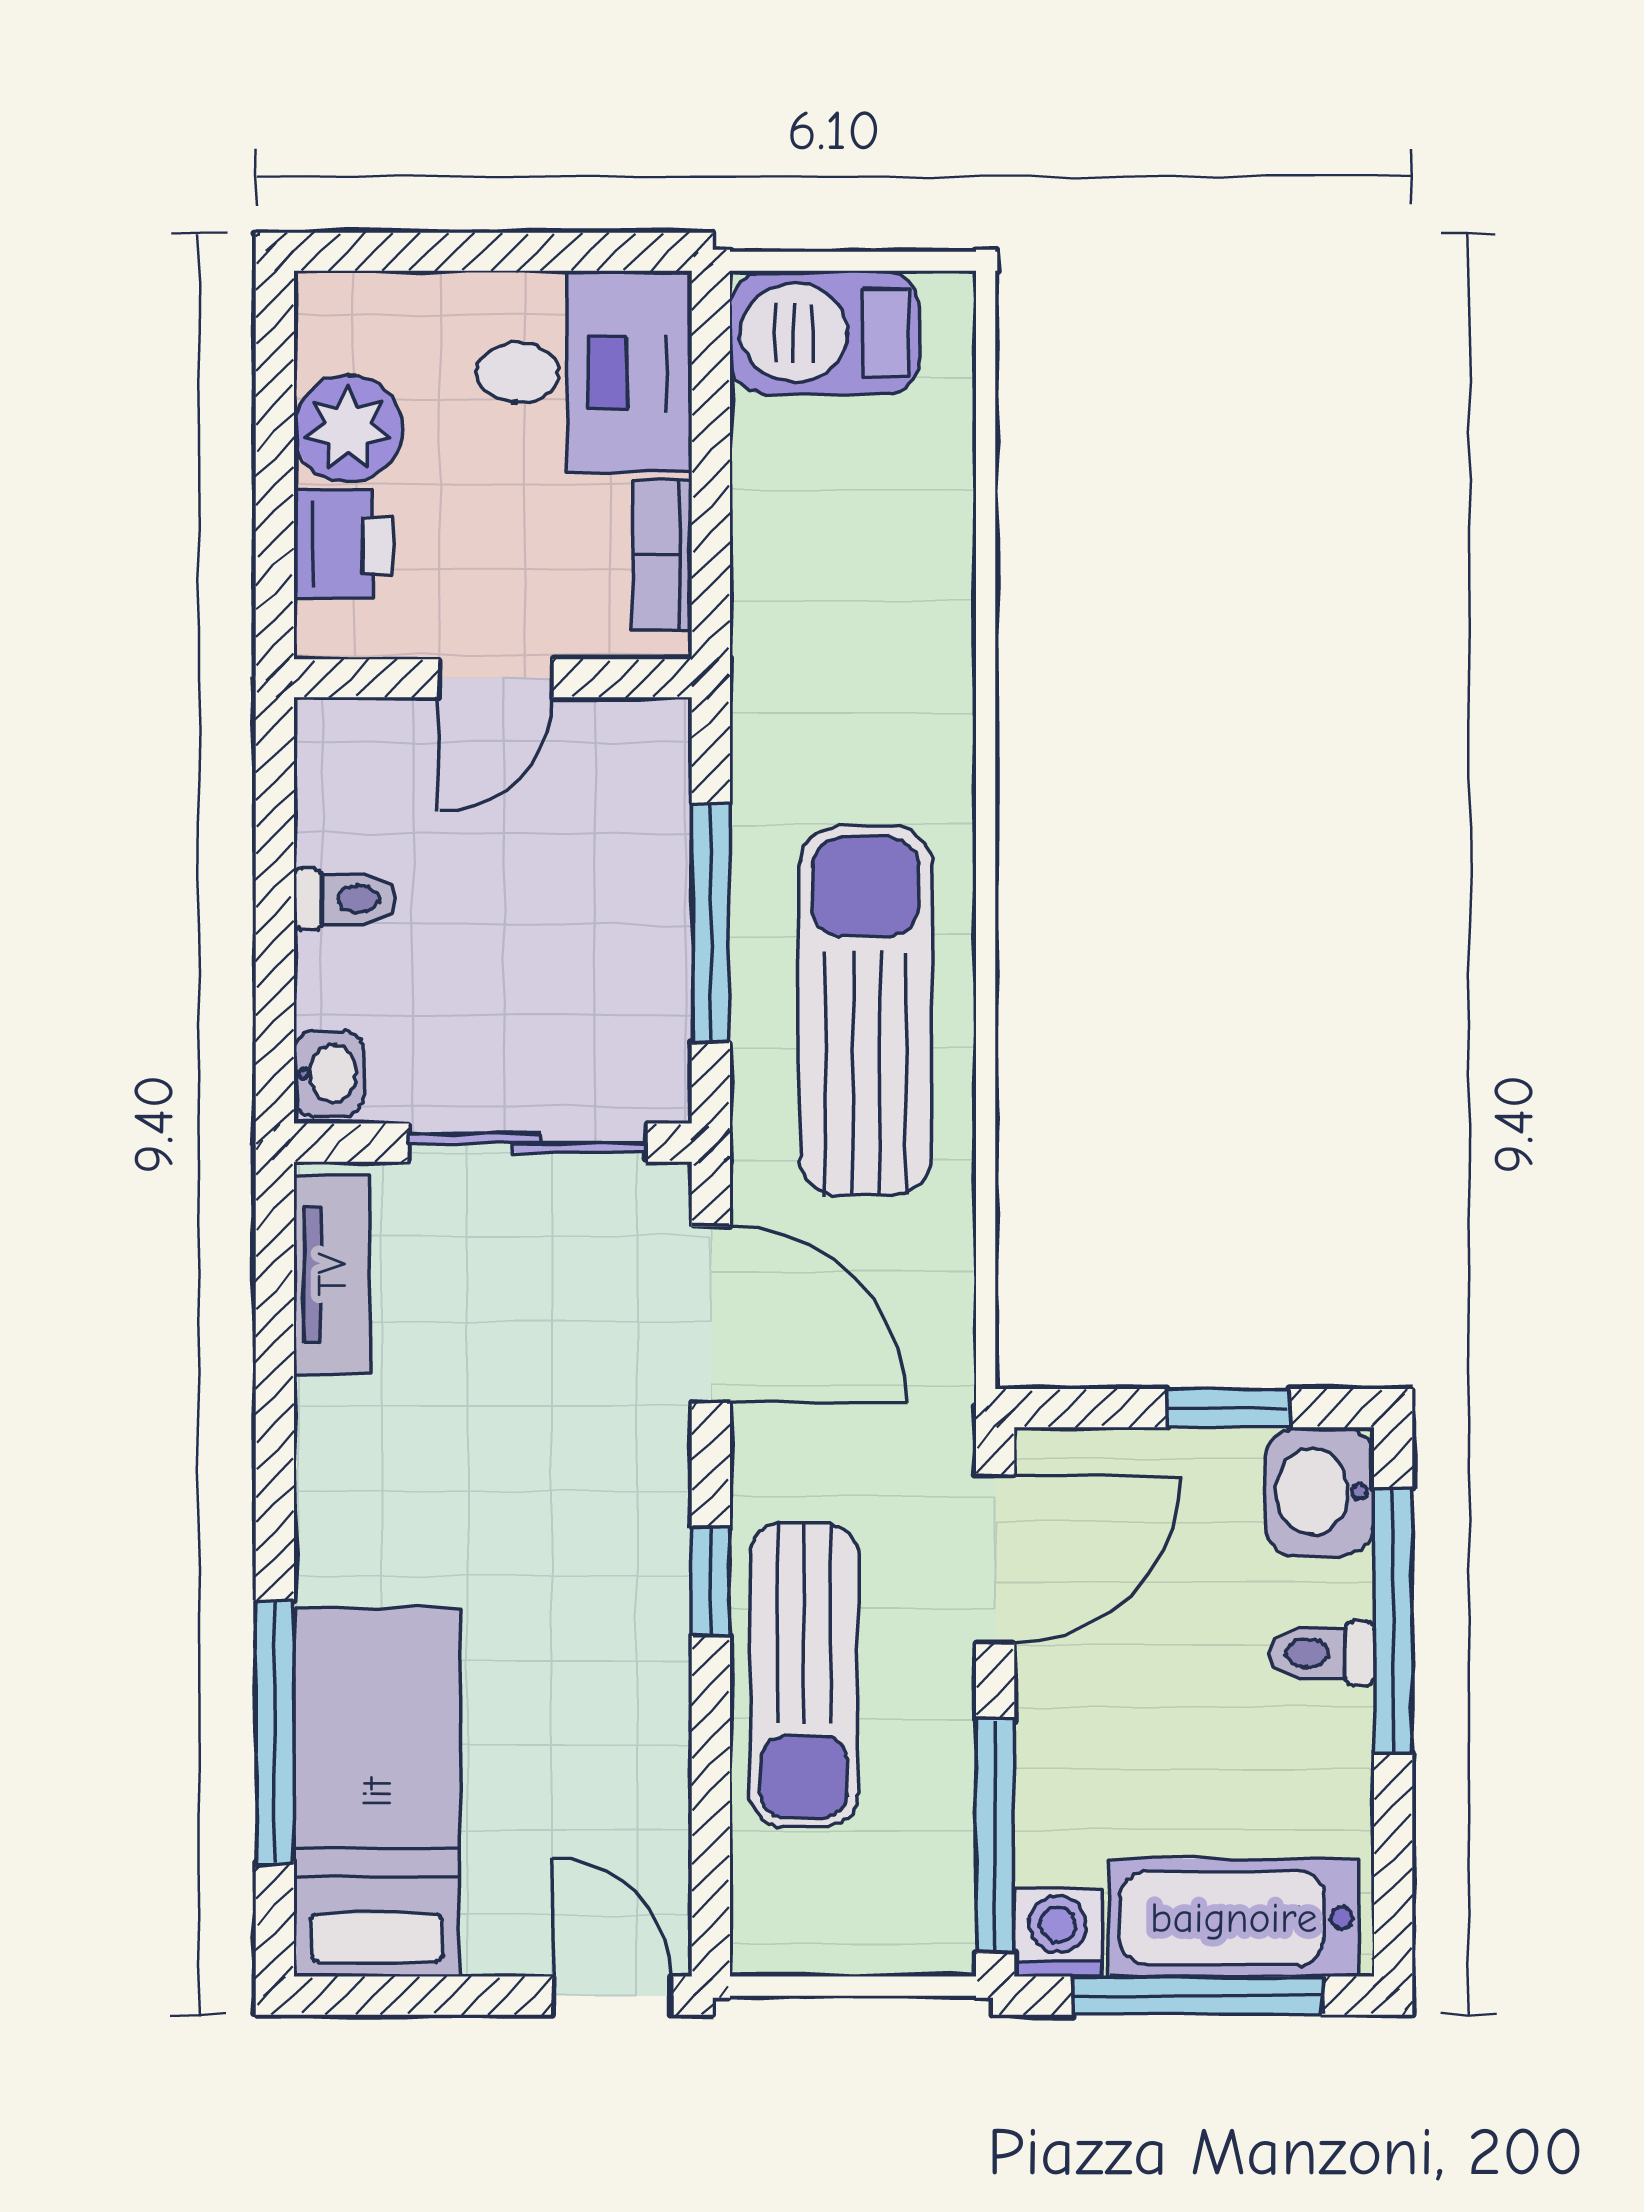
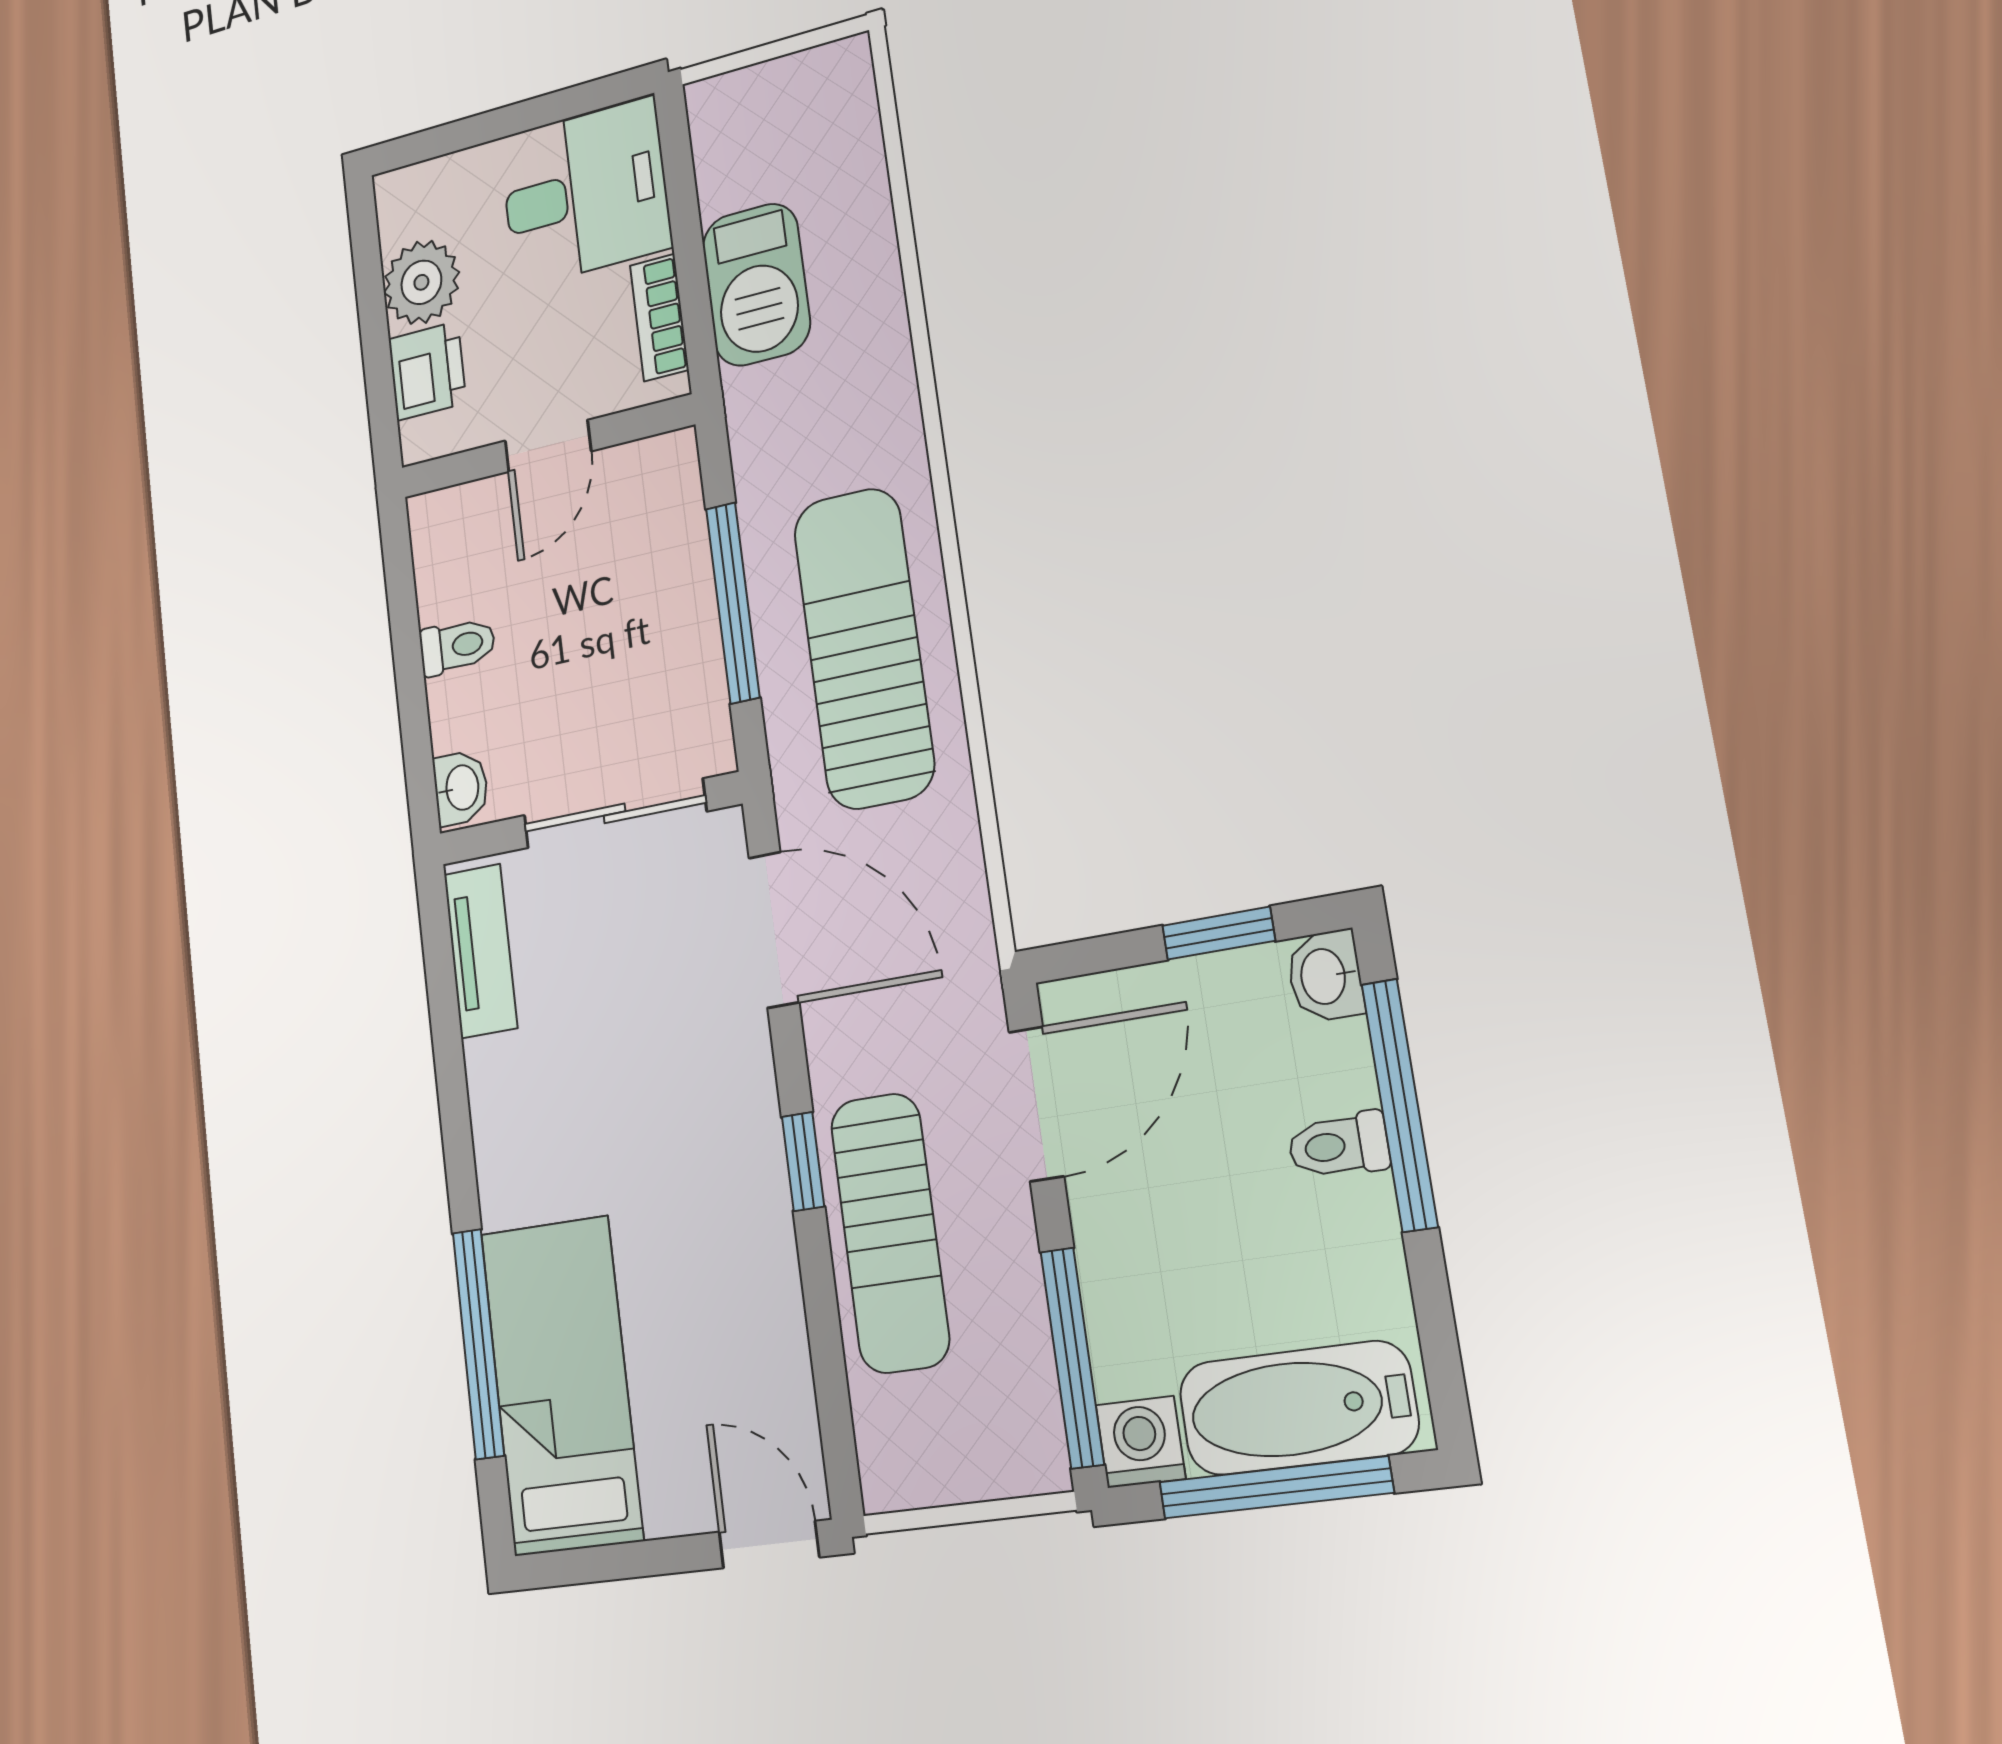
barbecue: (825, 333) -> (756, 285), moved, turned -90
washbasin: (1320, 1491) -> (1325, 976), width x0.72, depth x0.69

